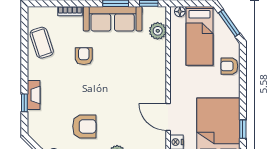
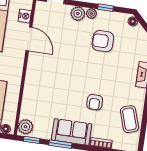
sofa: (113, 19) -> (72, 132), width x0.73
plant: (158, 31) -> (26, 127), moved

